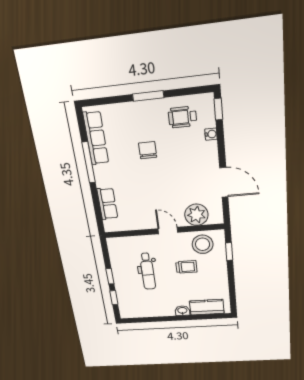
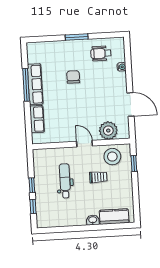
window: (218, 109) -> (127, 49), removed
row of seats: (96, 138) -> (35, 84), moved
dental chair: (148, 271) -> (65, 181), turned 180

